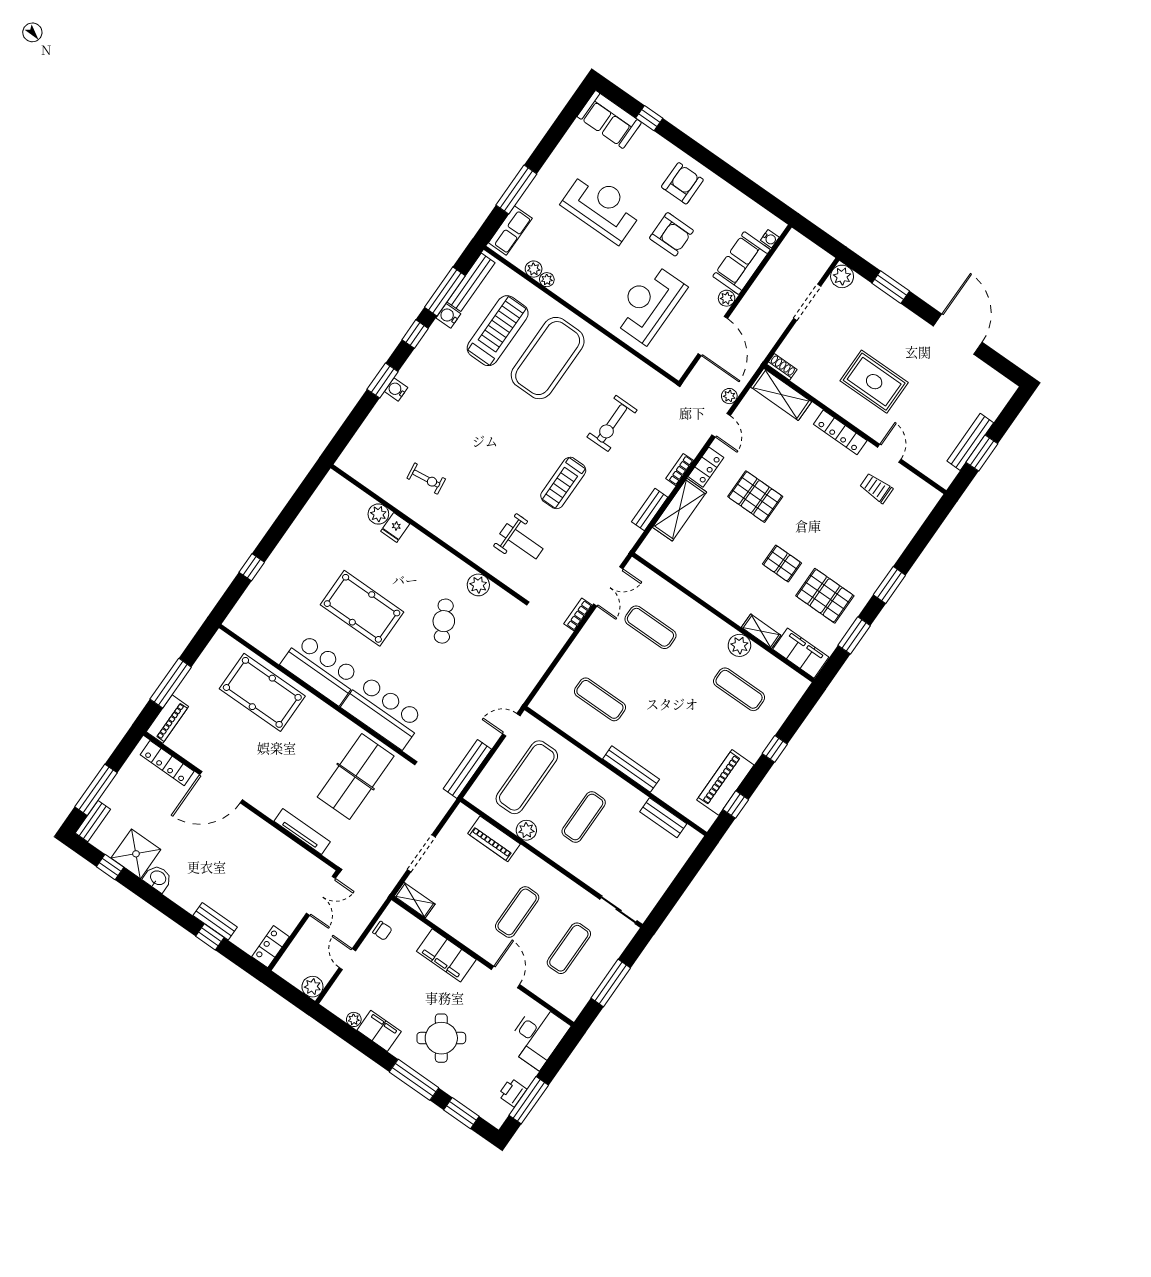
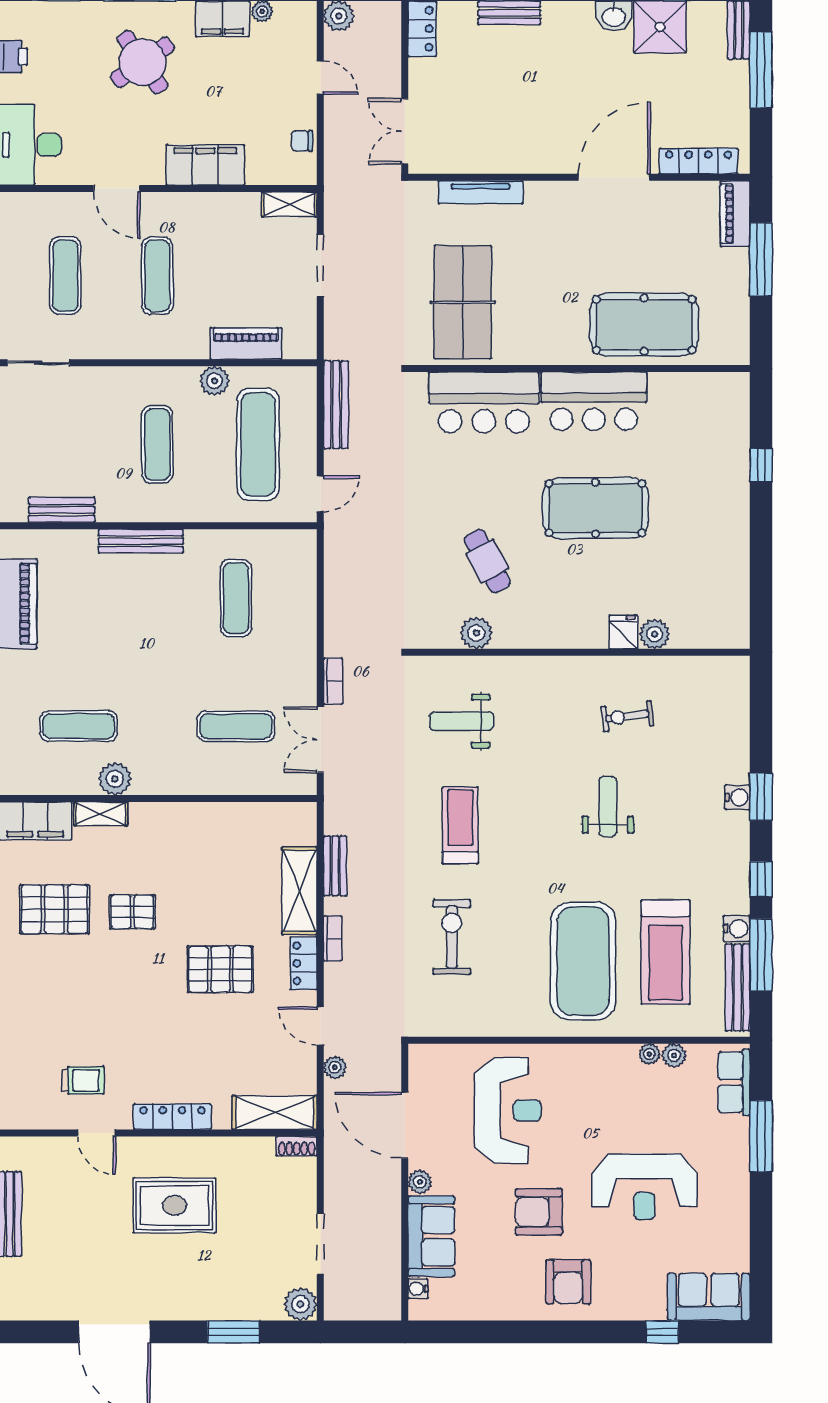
weight bench: (473, 435) -> (608, 807), added
exercise mat: (600, 699) -> (236, 598), turned 90

